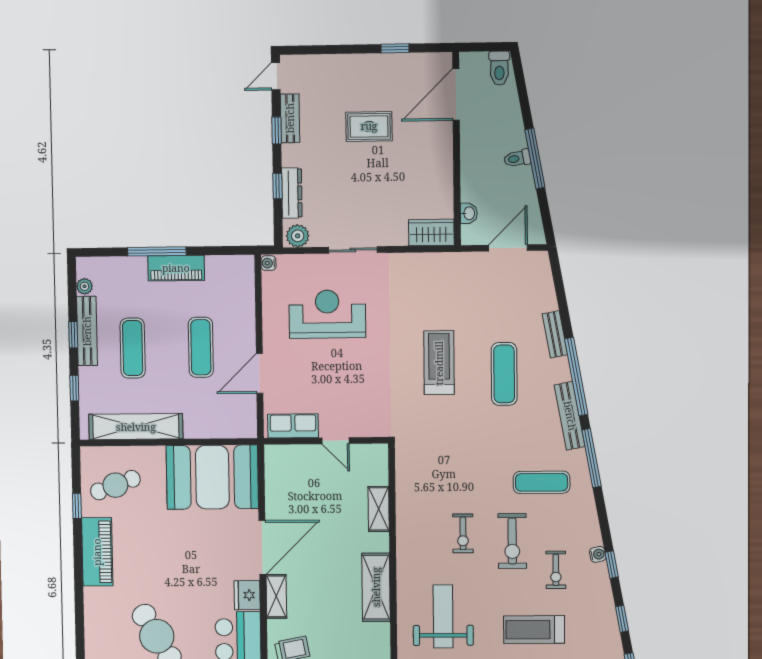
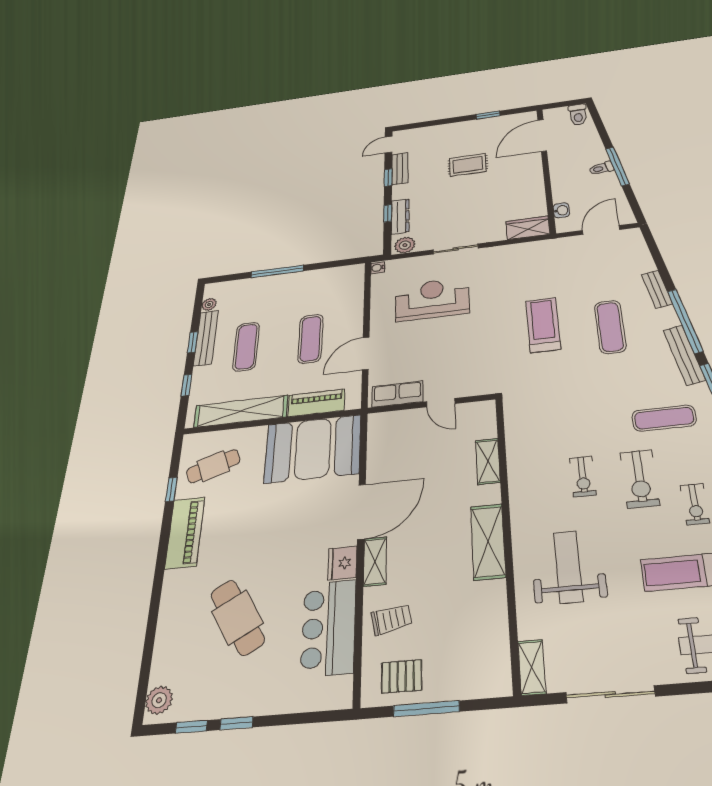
piano: (176, 268) -> (316, 403), moved, turned 180

